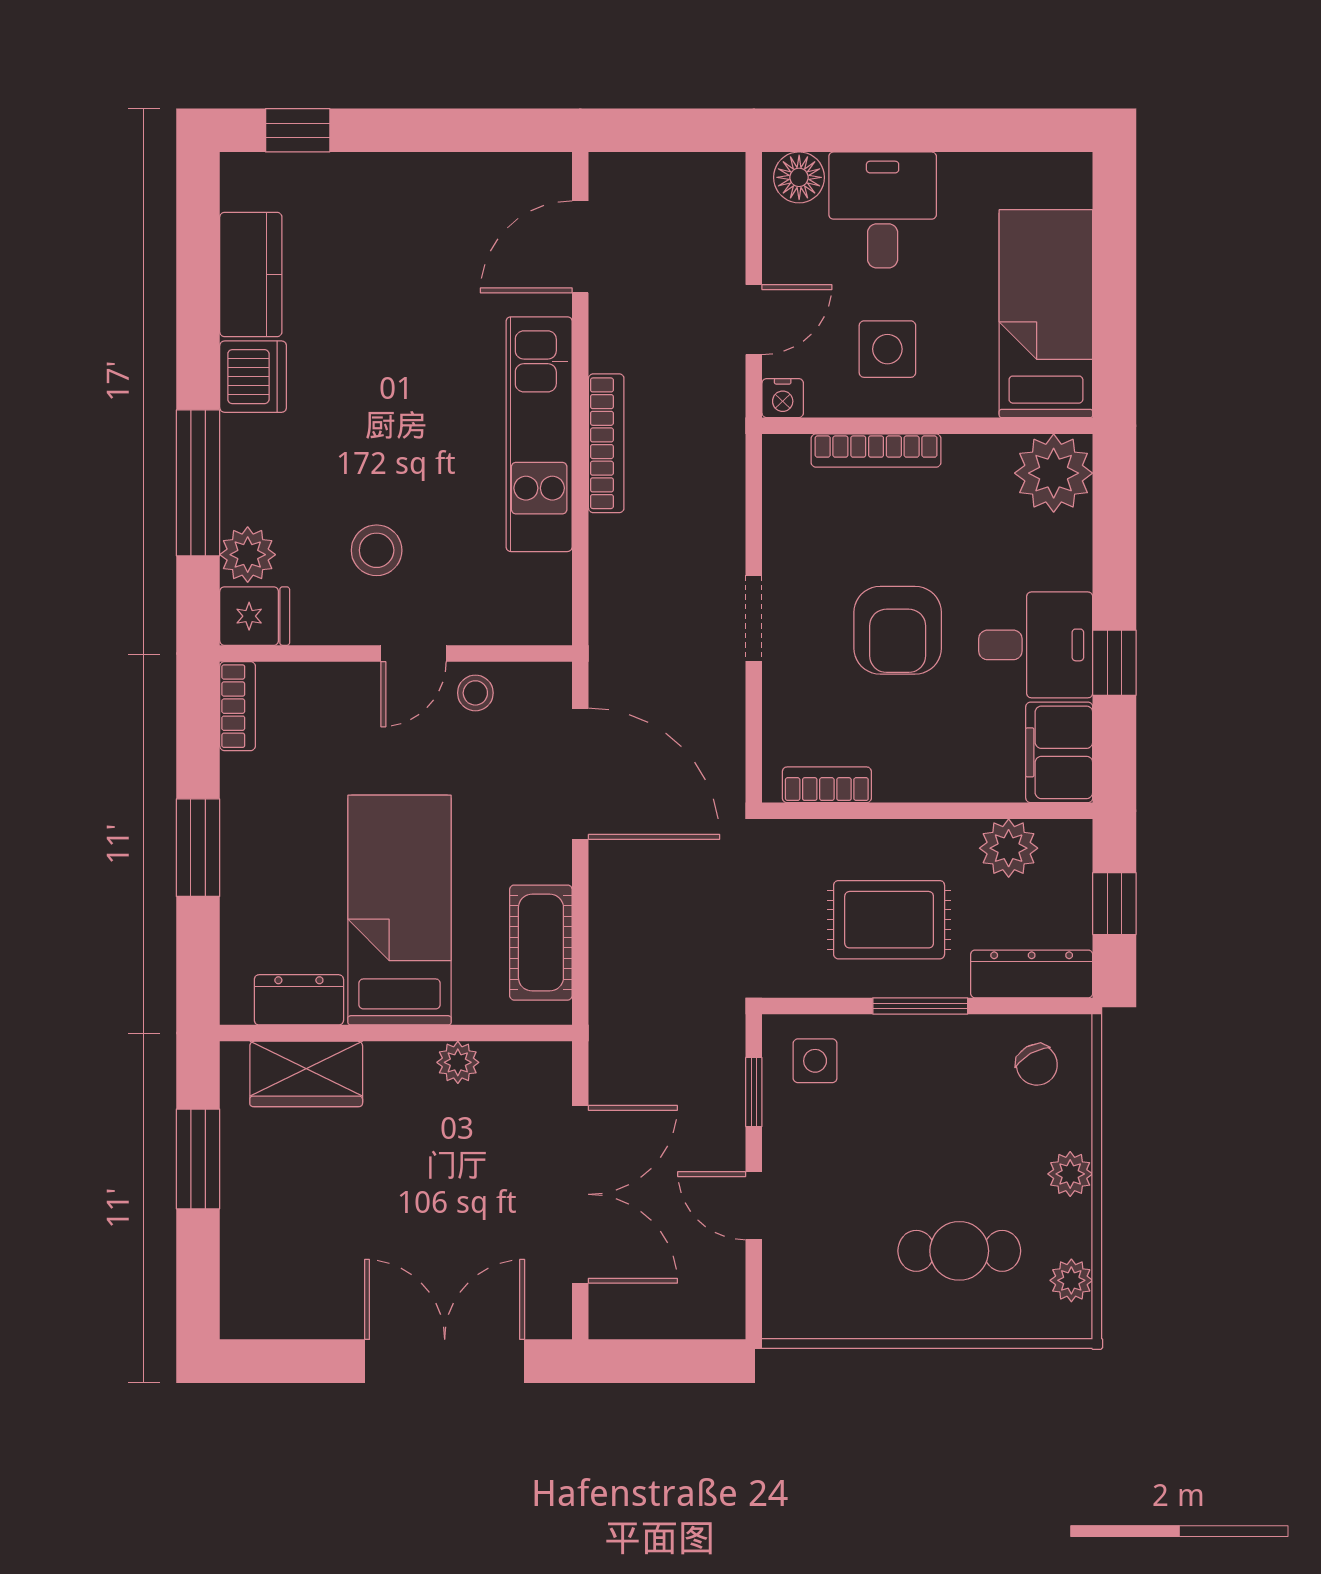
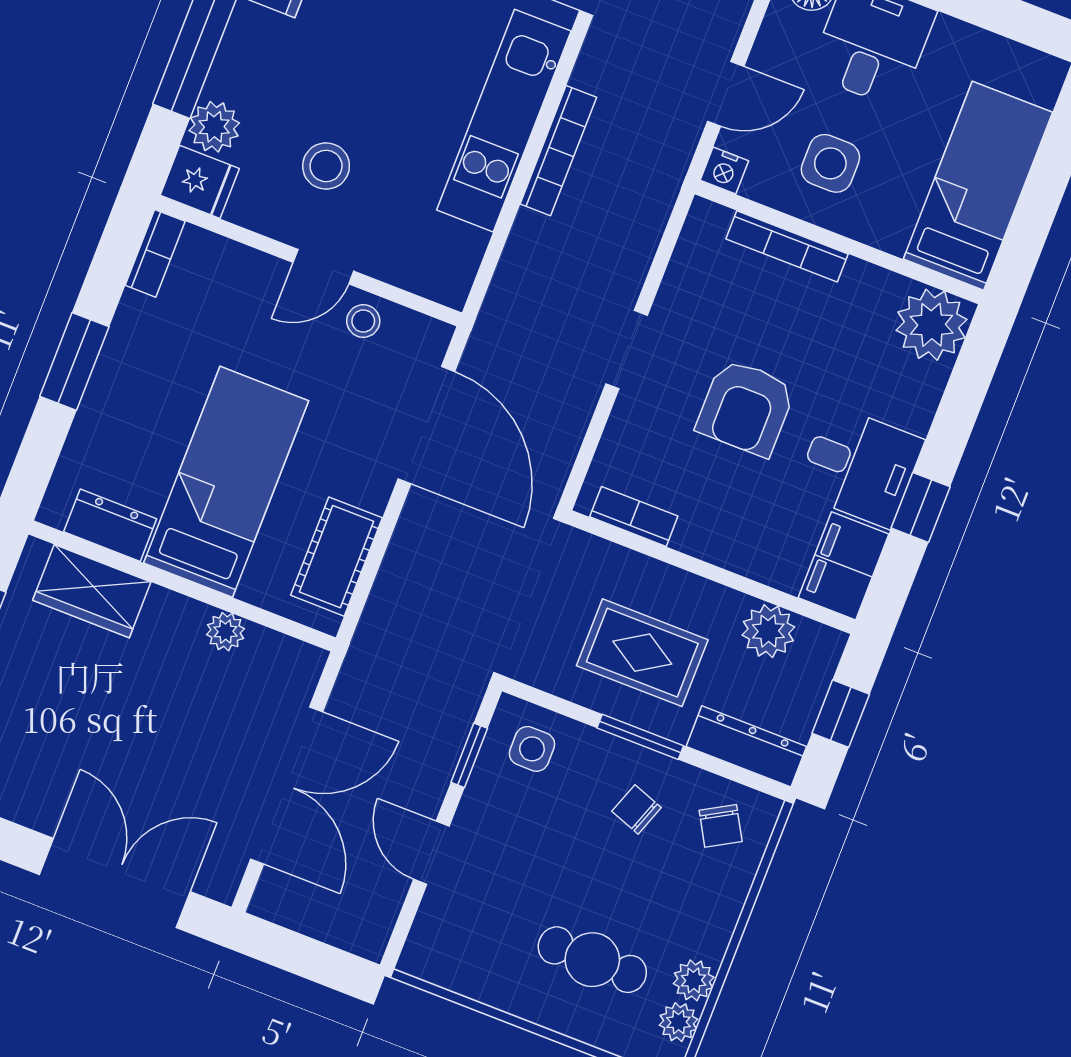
chair: (945, 1081) -> (636, 809), added
plant: (1070, 1174) -> (694, 980), moved

